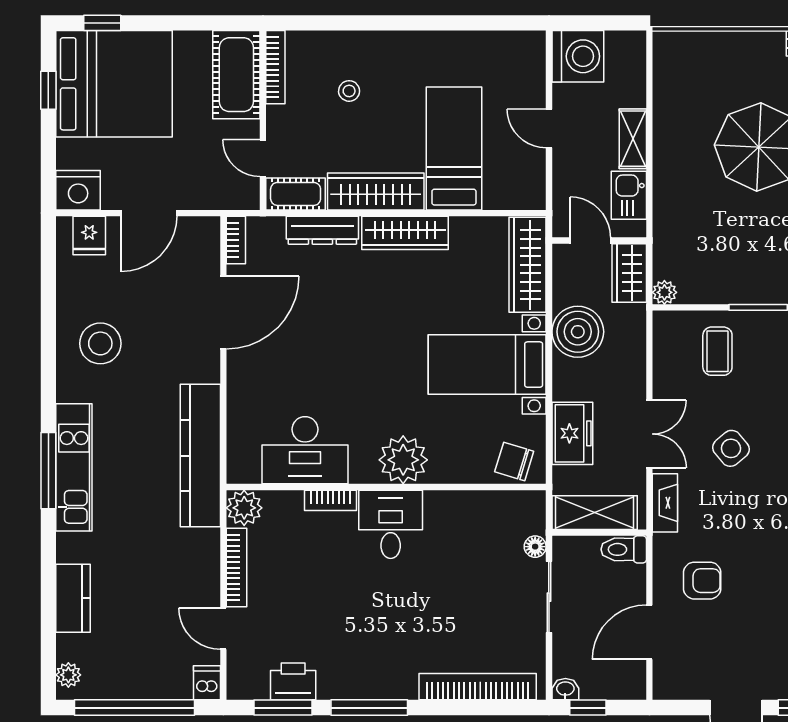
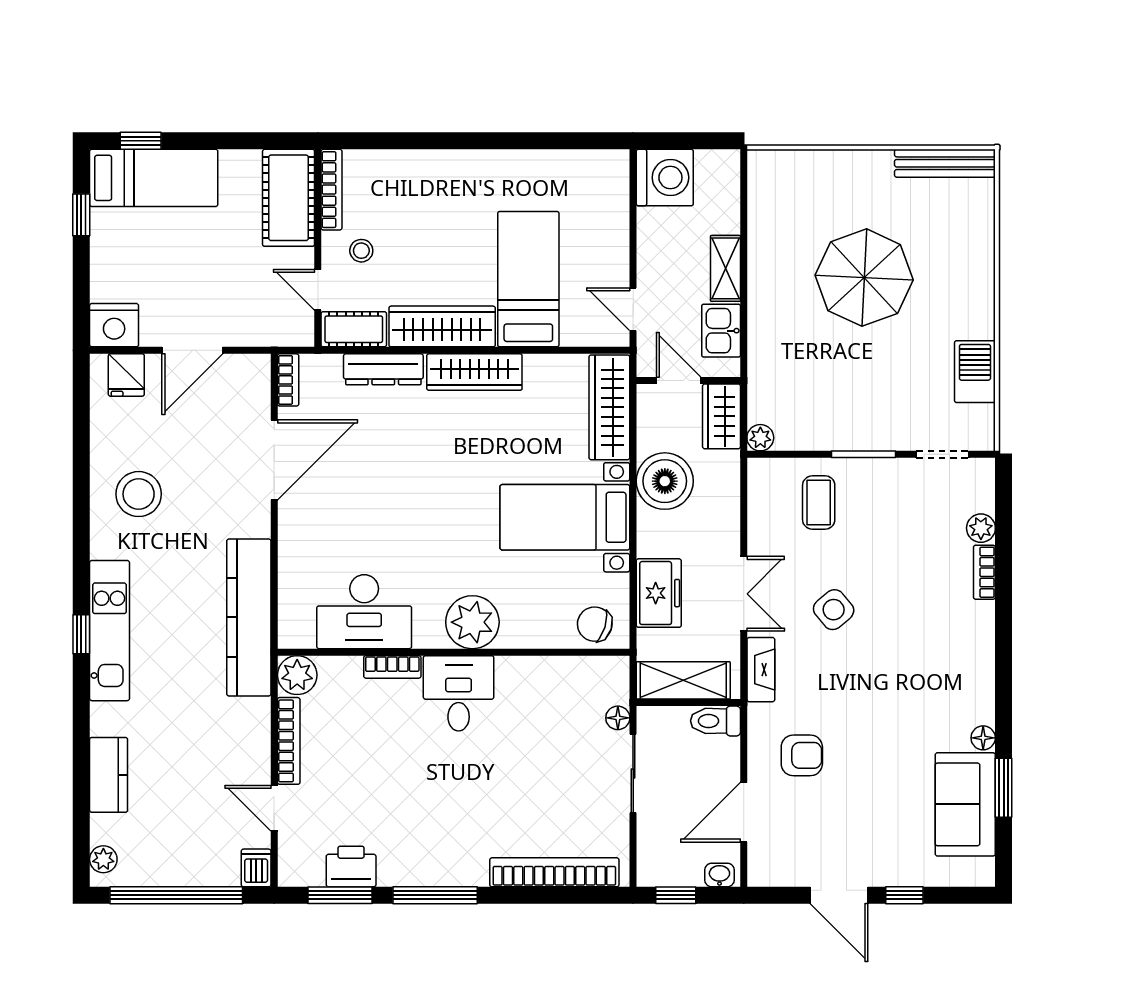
bed: (114, 84) -> (154, 178), width x0.49
stool: (349, 91) -> (361, 251), moved
door: (549, 128) -> (633, 309), moved
window: (48, 471) -> (81, 634), width x0.46
washbasin: (565, 689) -> (719, 875), moved

